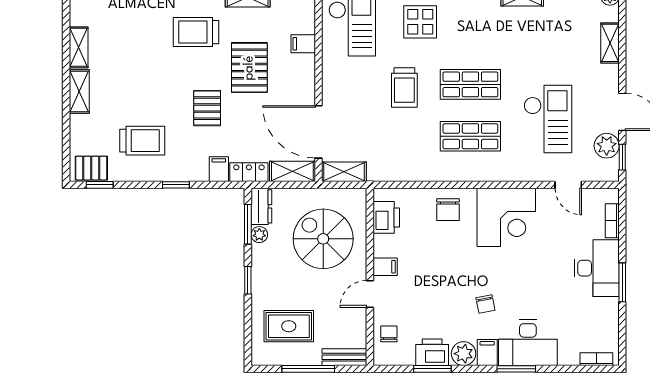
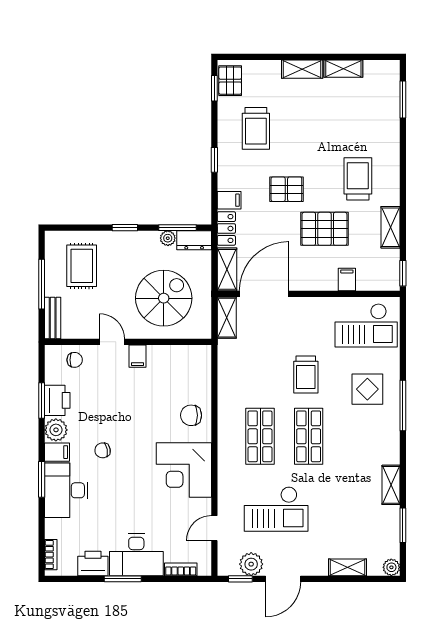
trolley: (404, 87) -> (306, 374), turned -90
printer: (386, 217) -> (93, 563), moved, turned 180

